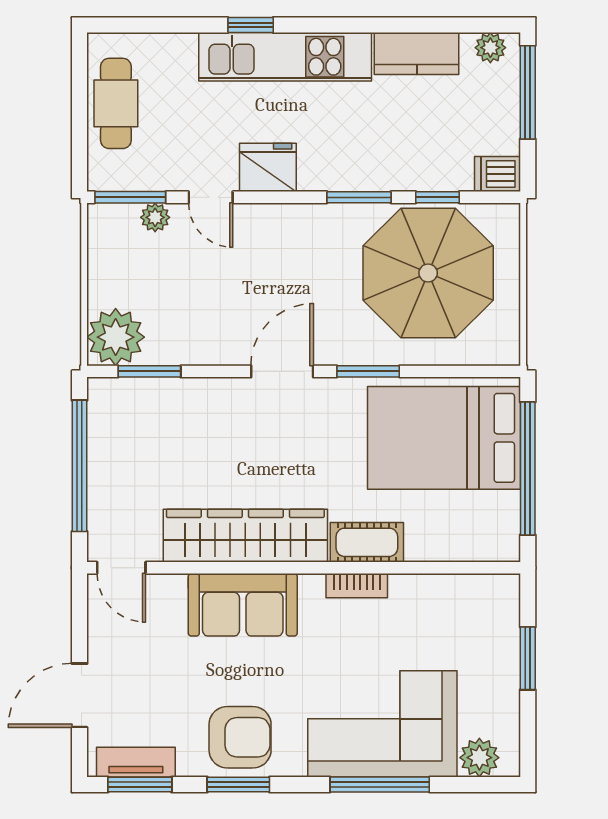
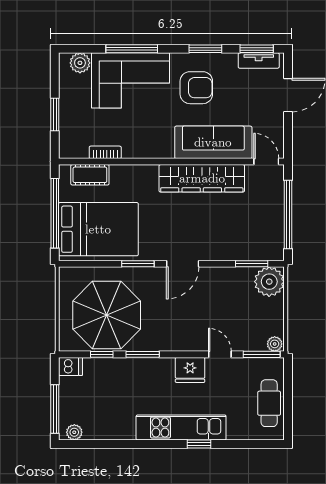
kitchen counter: (417, 53) -> (113, 429), removed
plant: (155, 217) -> (275, 344), moved
cot: (367, 542) -> (90, 175), moved
bookcase: (357, 586) -> (105, 152), moved
sofa: (243, 605) -> (213, 142), width x1.36
armchair: (240, 737) -> (196, 88), moved, turned 180

